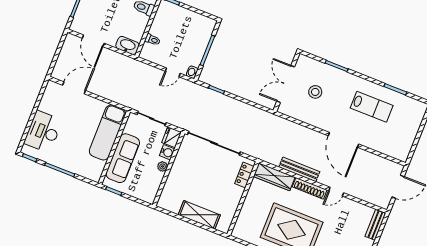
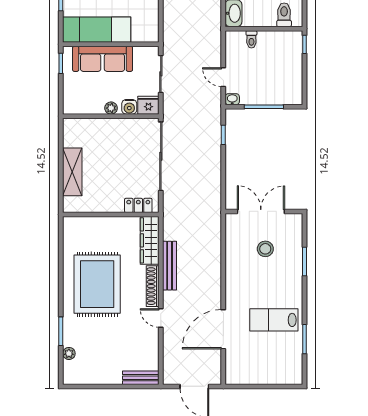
lab bench: (372, 107) -> (274, 320), turned 90
exam couch: (107, 132) -> (97, 30), moved
door: (344, 140) -> (223, 329), moved

